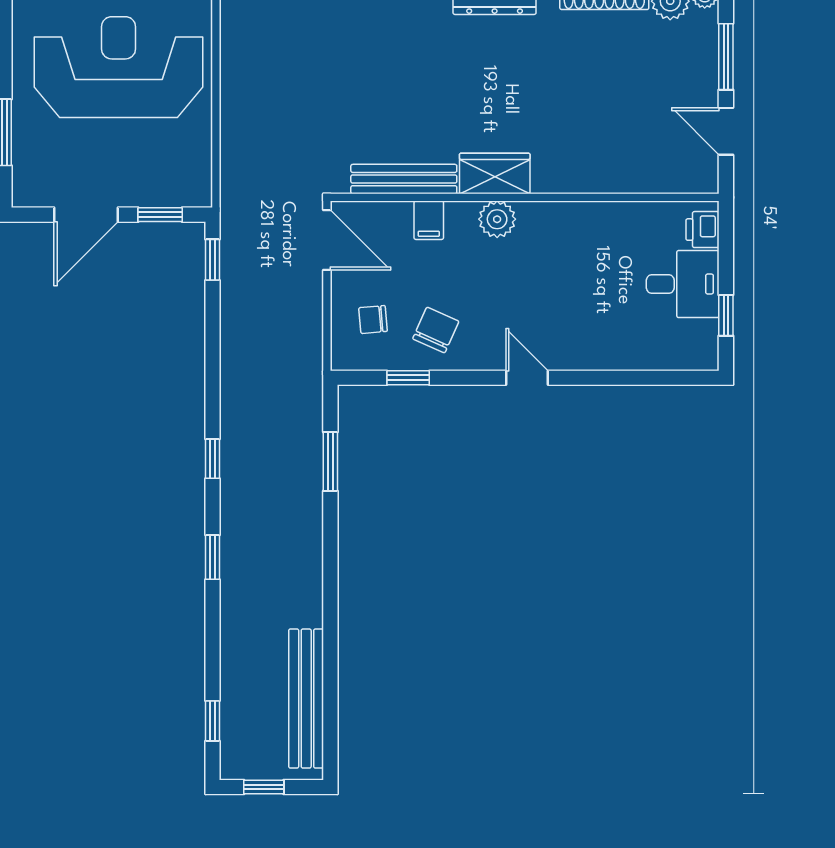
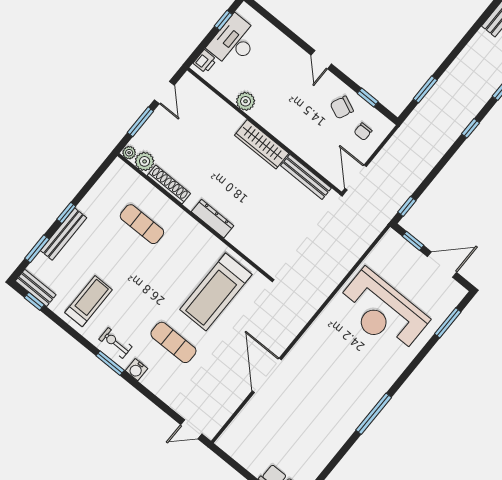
wardrobe: (495, 173) -> (262, 144), width x1.50
plant: (497, 219) -> (246, 101), moved
filing cabinet: (429, 220) -> (309, 153), removed
desk: (683, 284) -> (234, 42), width x1.37
chair: (373, 320) -> (363, 132), turned 95

